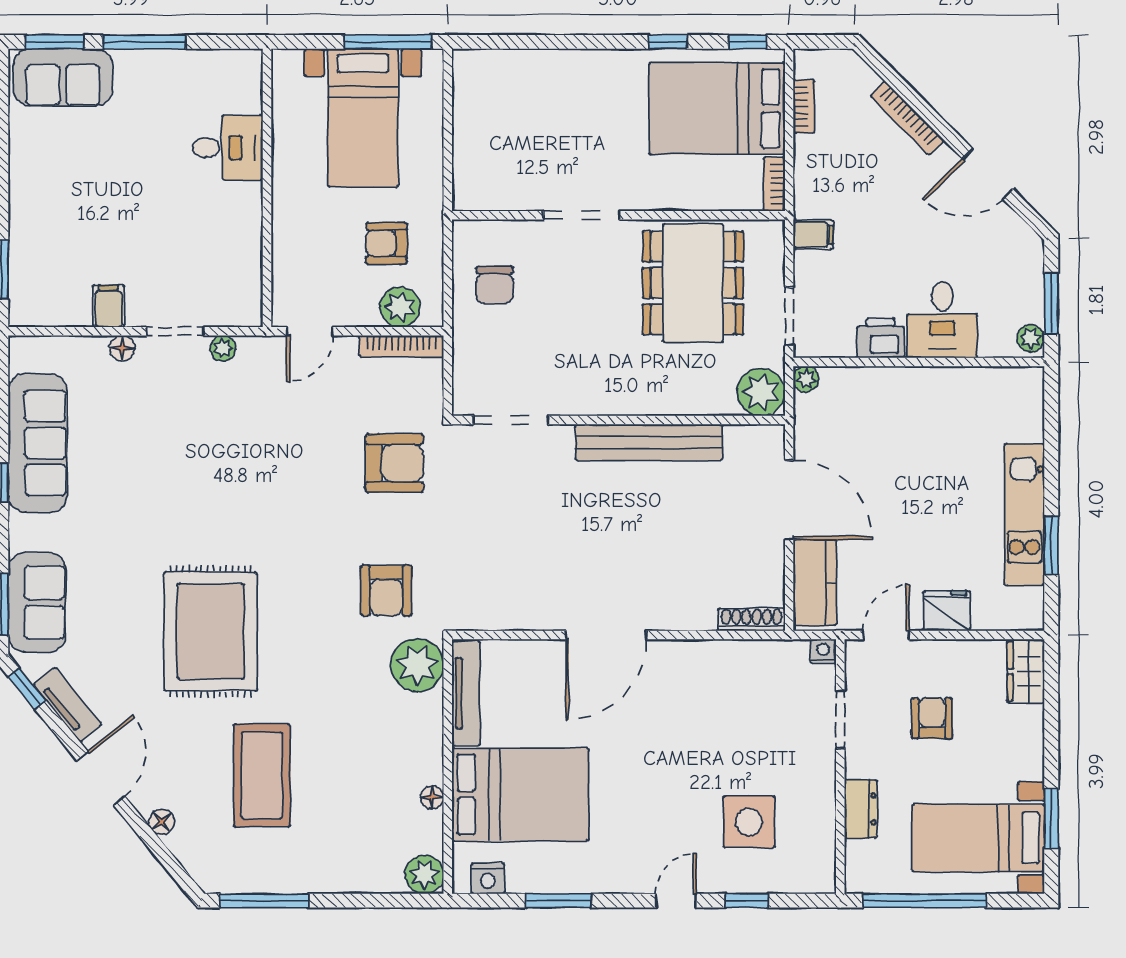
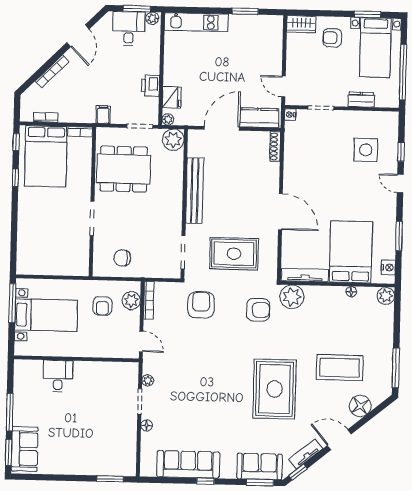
chair: (495, 285) -> (122, 258), turned 180
filing cabinet: (109, 306) -> (128, 431), removed
desk: (942, 320) -> (129, 29), moved, turned -90
kitchen unit: (1024, 514) -> (196, 22), moved
rug: (510, 534) -> (234, 254), added
fridge: (947, 611) -> (172, 98), moved, turned 180
rug: (211, 631) -> (275, 389), turned 90
armchair: (932, 718) -> (332, 38), moved
floor lamp: (162, 822) -> (360, 406), width x1.89, depth x1.89

